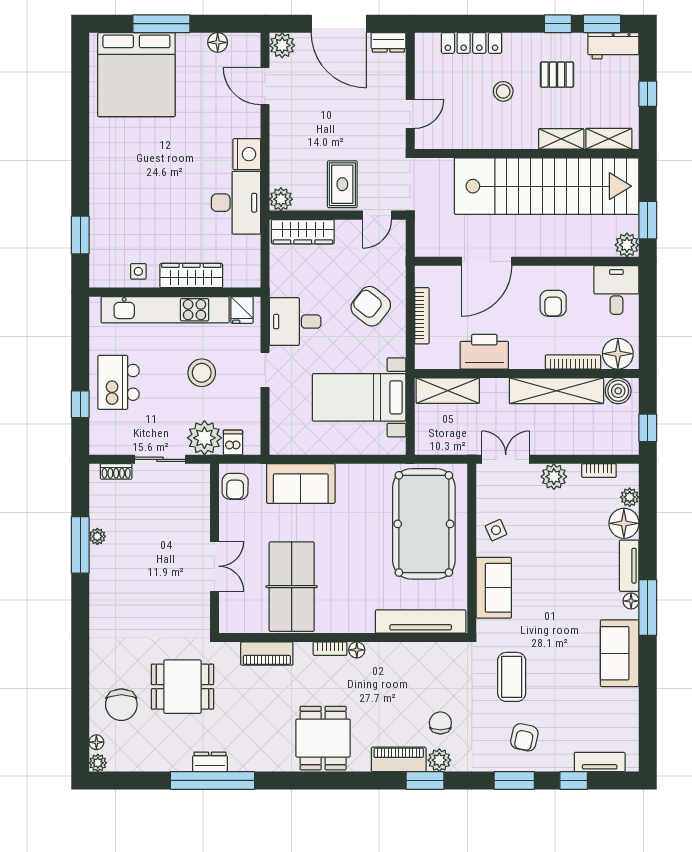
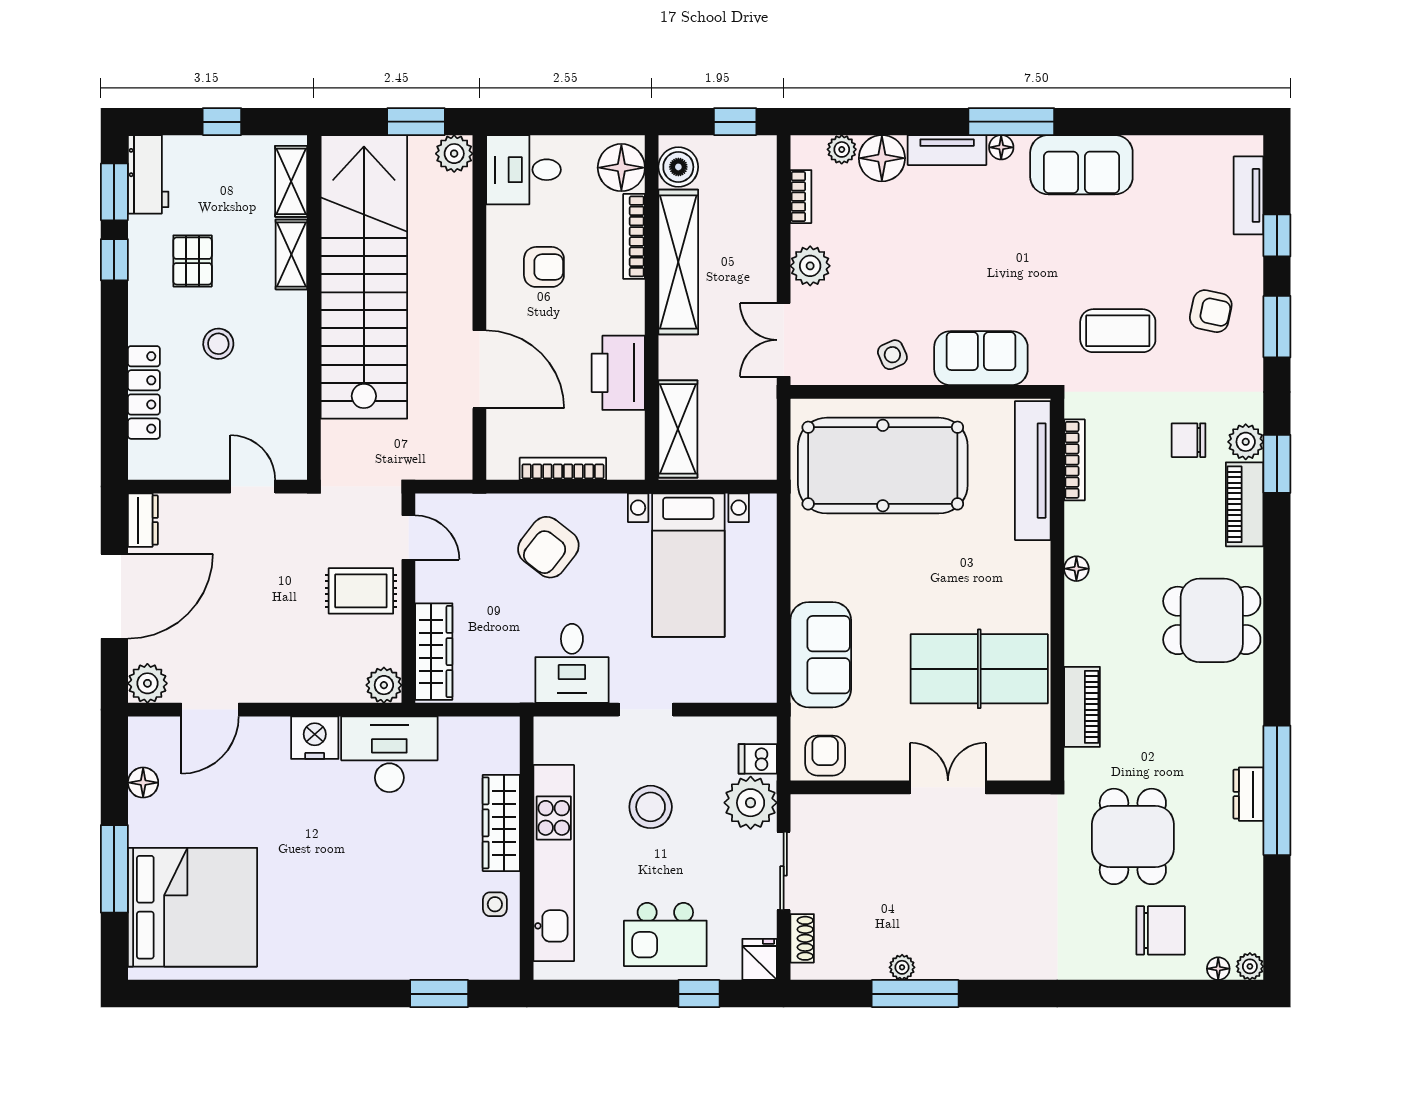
fridge: (242, 310) -> (760, 959), moved, turned -90
armchair: (235, 486) -> (825, 756), turned -91
bookcase: (330, 649) -> (1074, 460), moved, width x1.56

